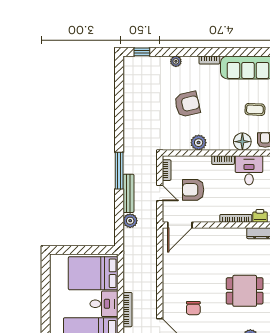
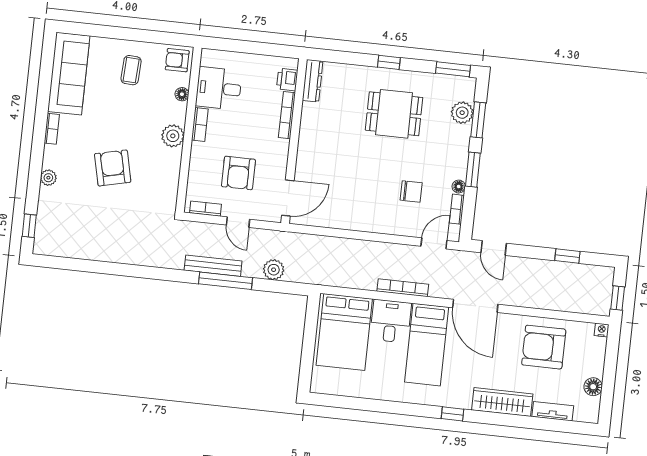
floor lamp: (242, 142) -> (182, 94), width x0.53, depth x0.53
plant: (199, 143) -> (173, 136), moved
window: (119, 171) -> (225, 281), moved
bench: (128, 193) -> (213, 266), moved
door: (160, 193) -> (238, 222), swing flipped
door: (180, 225) -> (288, 198), hinge flipped
dining table: (245, 291) -> (394, 114), turned 90

